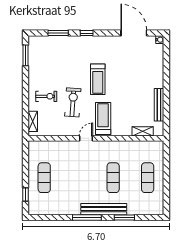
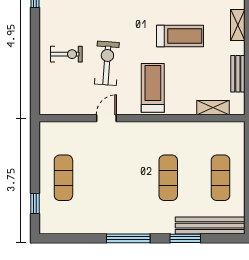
treadmill: (98, 79) -> (180, 36), moved, turned -90
bench: (159, 105) -> (238, 74), width x0.73
shelving: (33, 121) -> (238, 25), moved
door: (86, 138) -> (106, 118), moved
bench: (104, 209) -> (210, 226), moved

